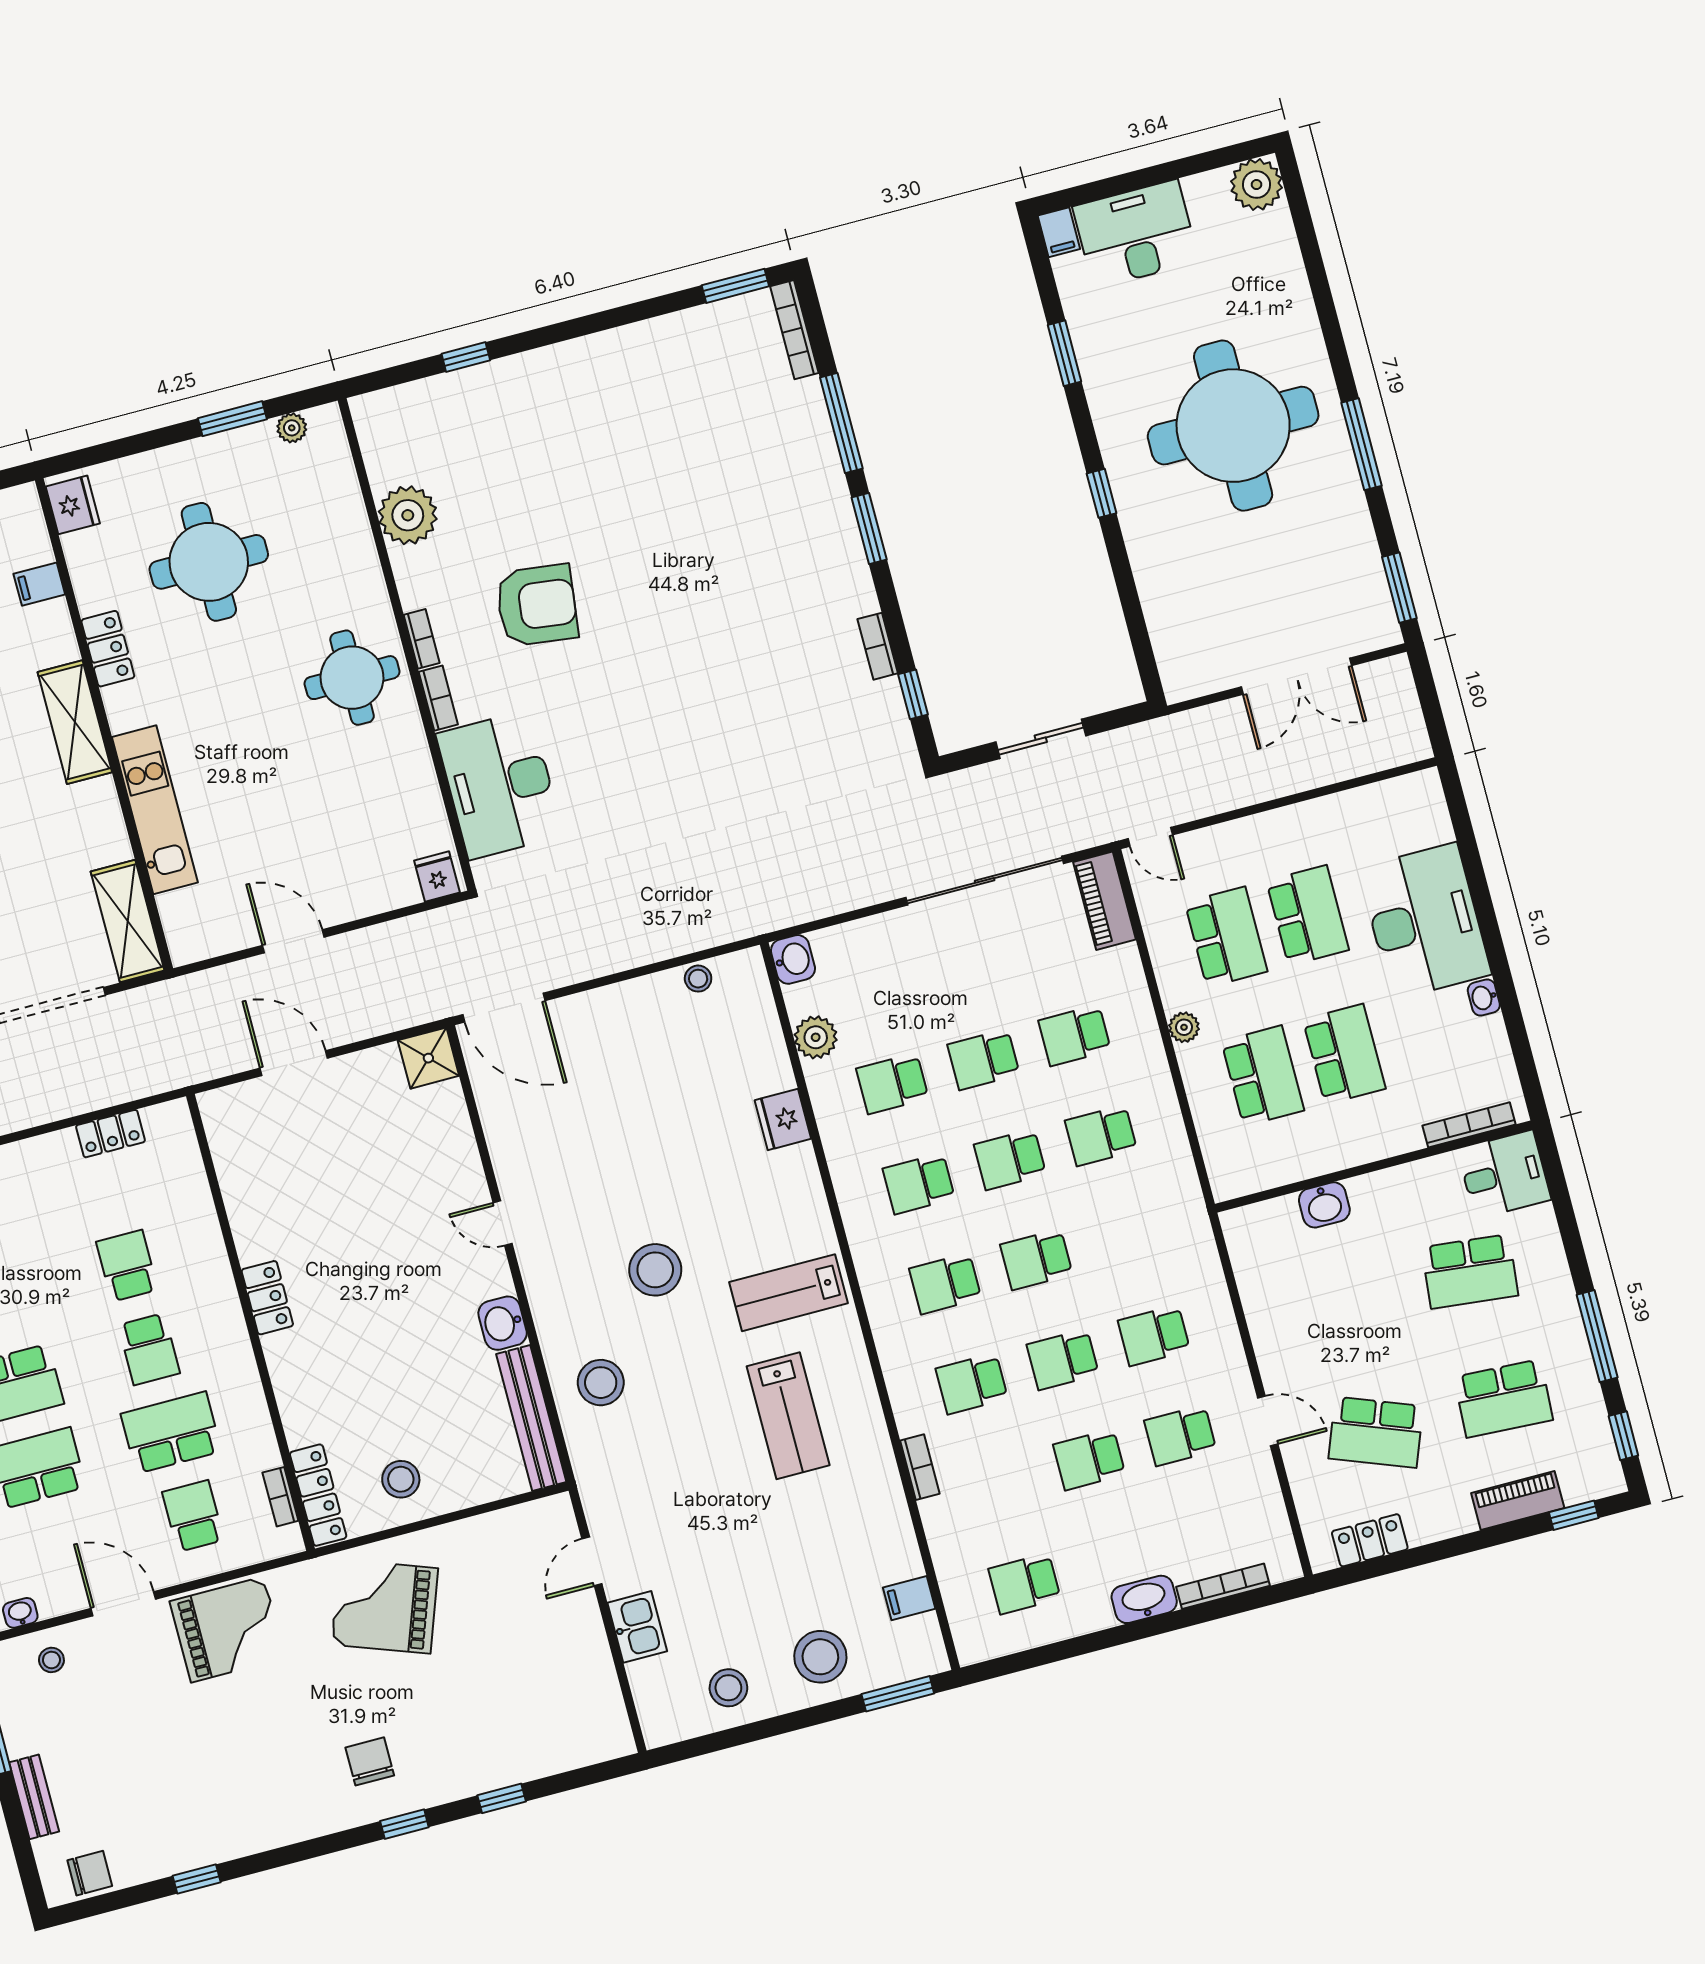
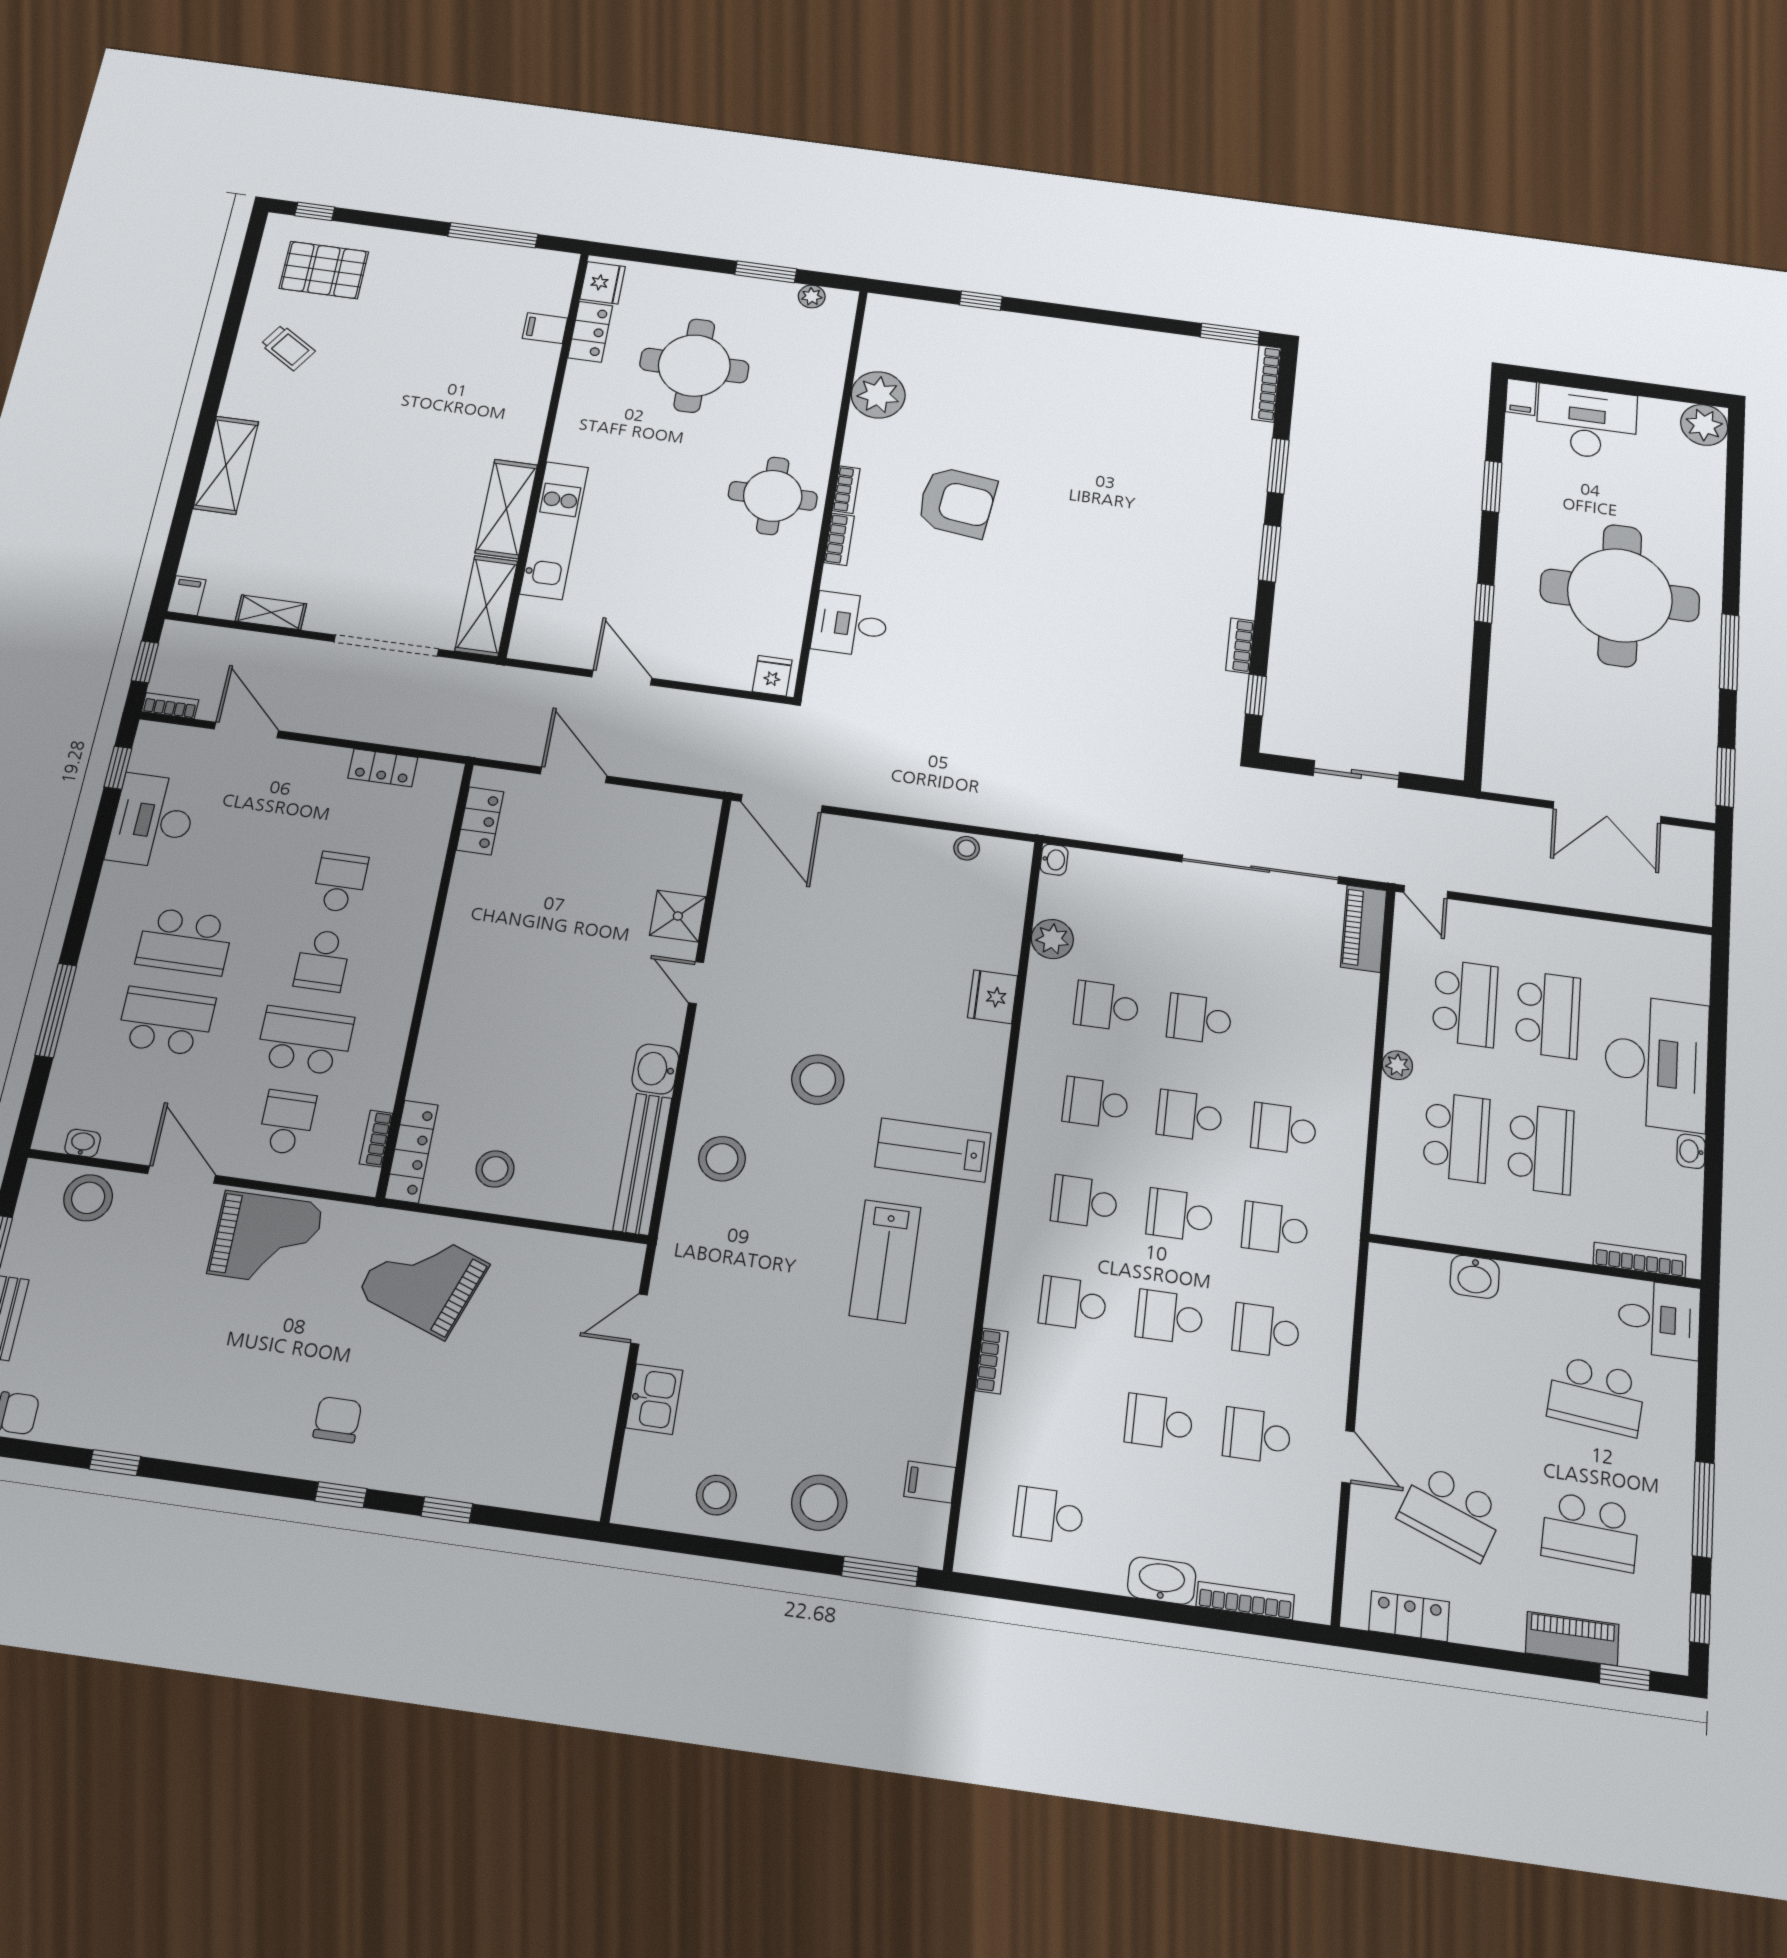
window: (841, 423) -> (1278, 466), width x0.69
locker: (108, 649) -> (590, 332), moved
shelving: (75, 722) -> (506, 509), moved
desk: (500, 785) -> (850, 624), width x0.53, depth x0.77
washbasin: (793, 959) -> (1054, 860), width x0.72, depth x0.69
school desk: (1075, 1035) -> (1275, 1228), moved
shower: (428, 1058) -> (678, 916), moved
locker: (267, 1298) -> (480, 821), moved
stool: (51, 1660) -> (88, 1198), width x1.89, depth x1.89

